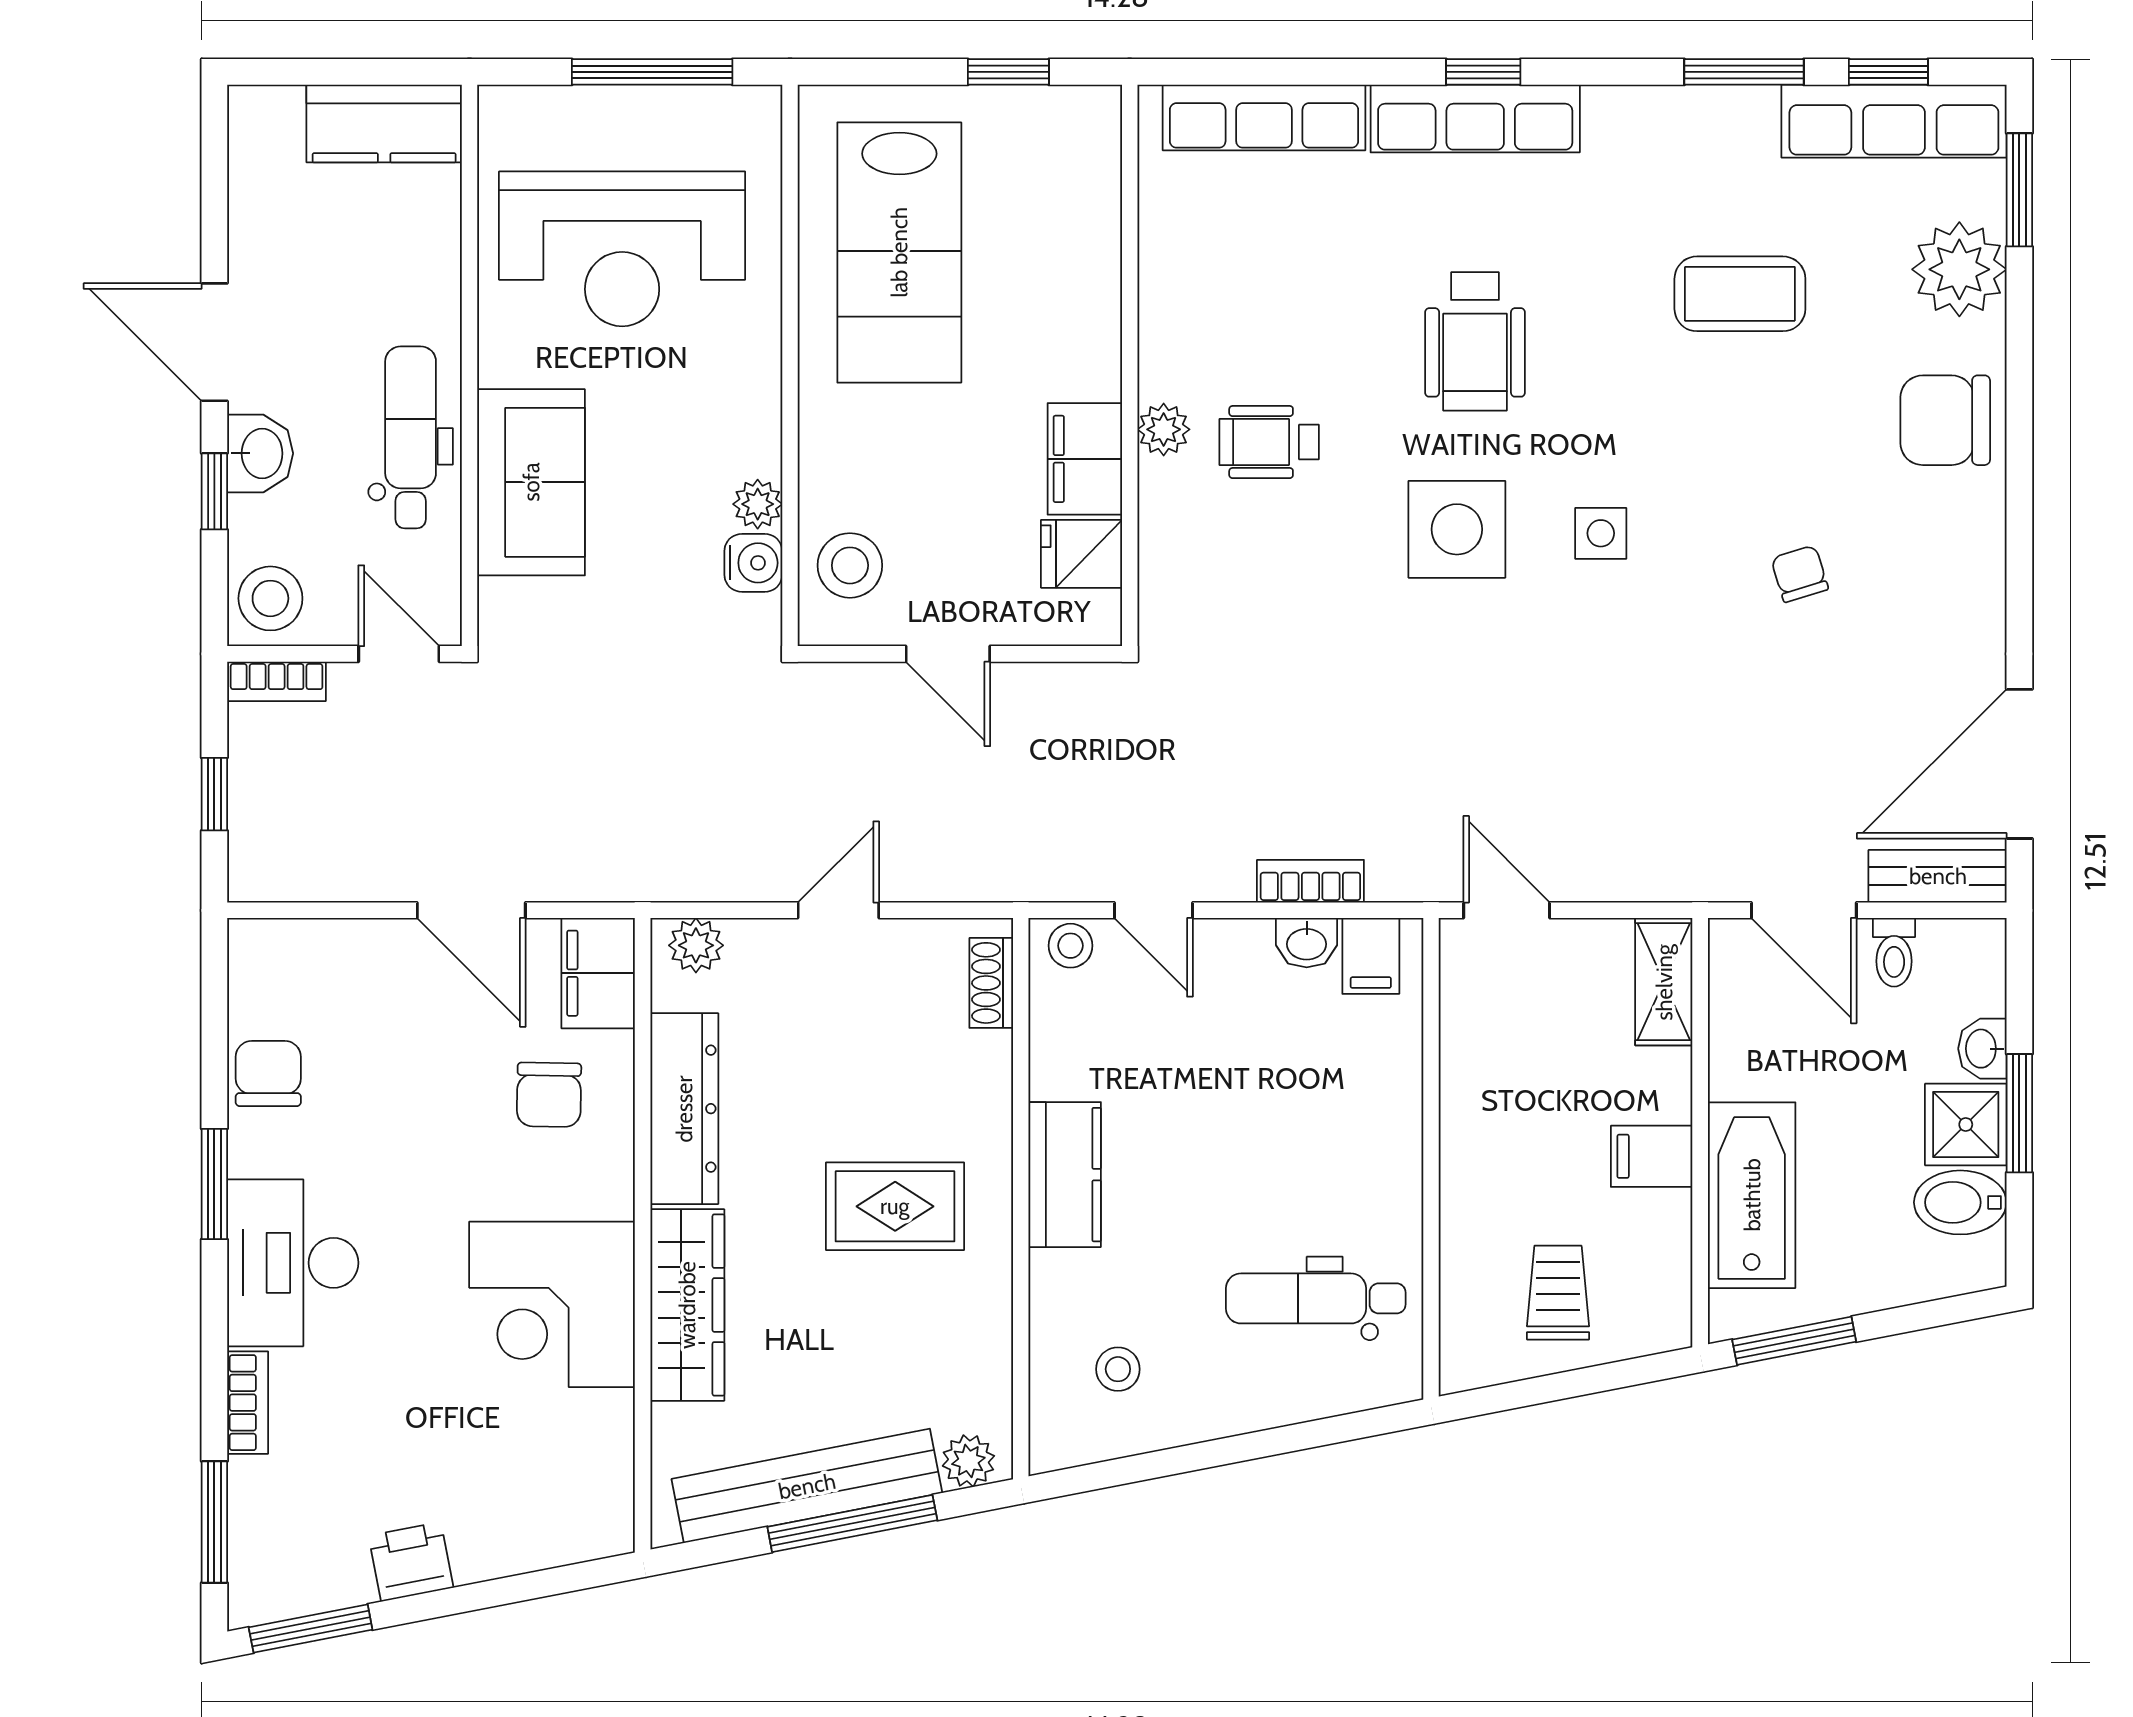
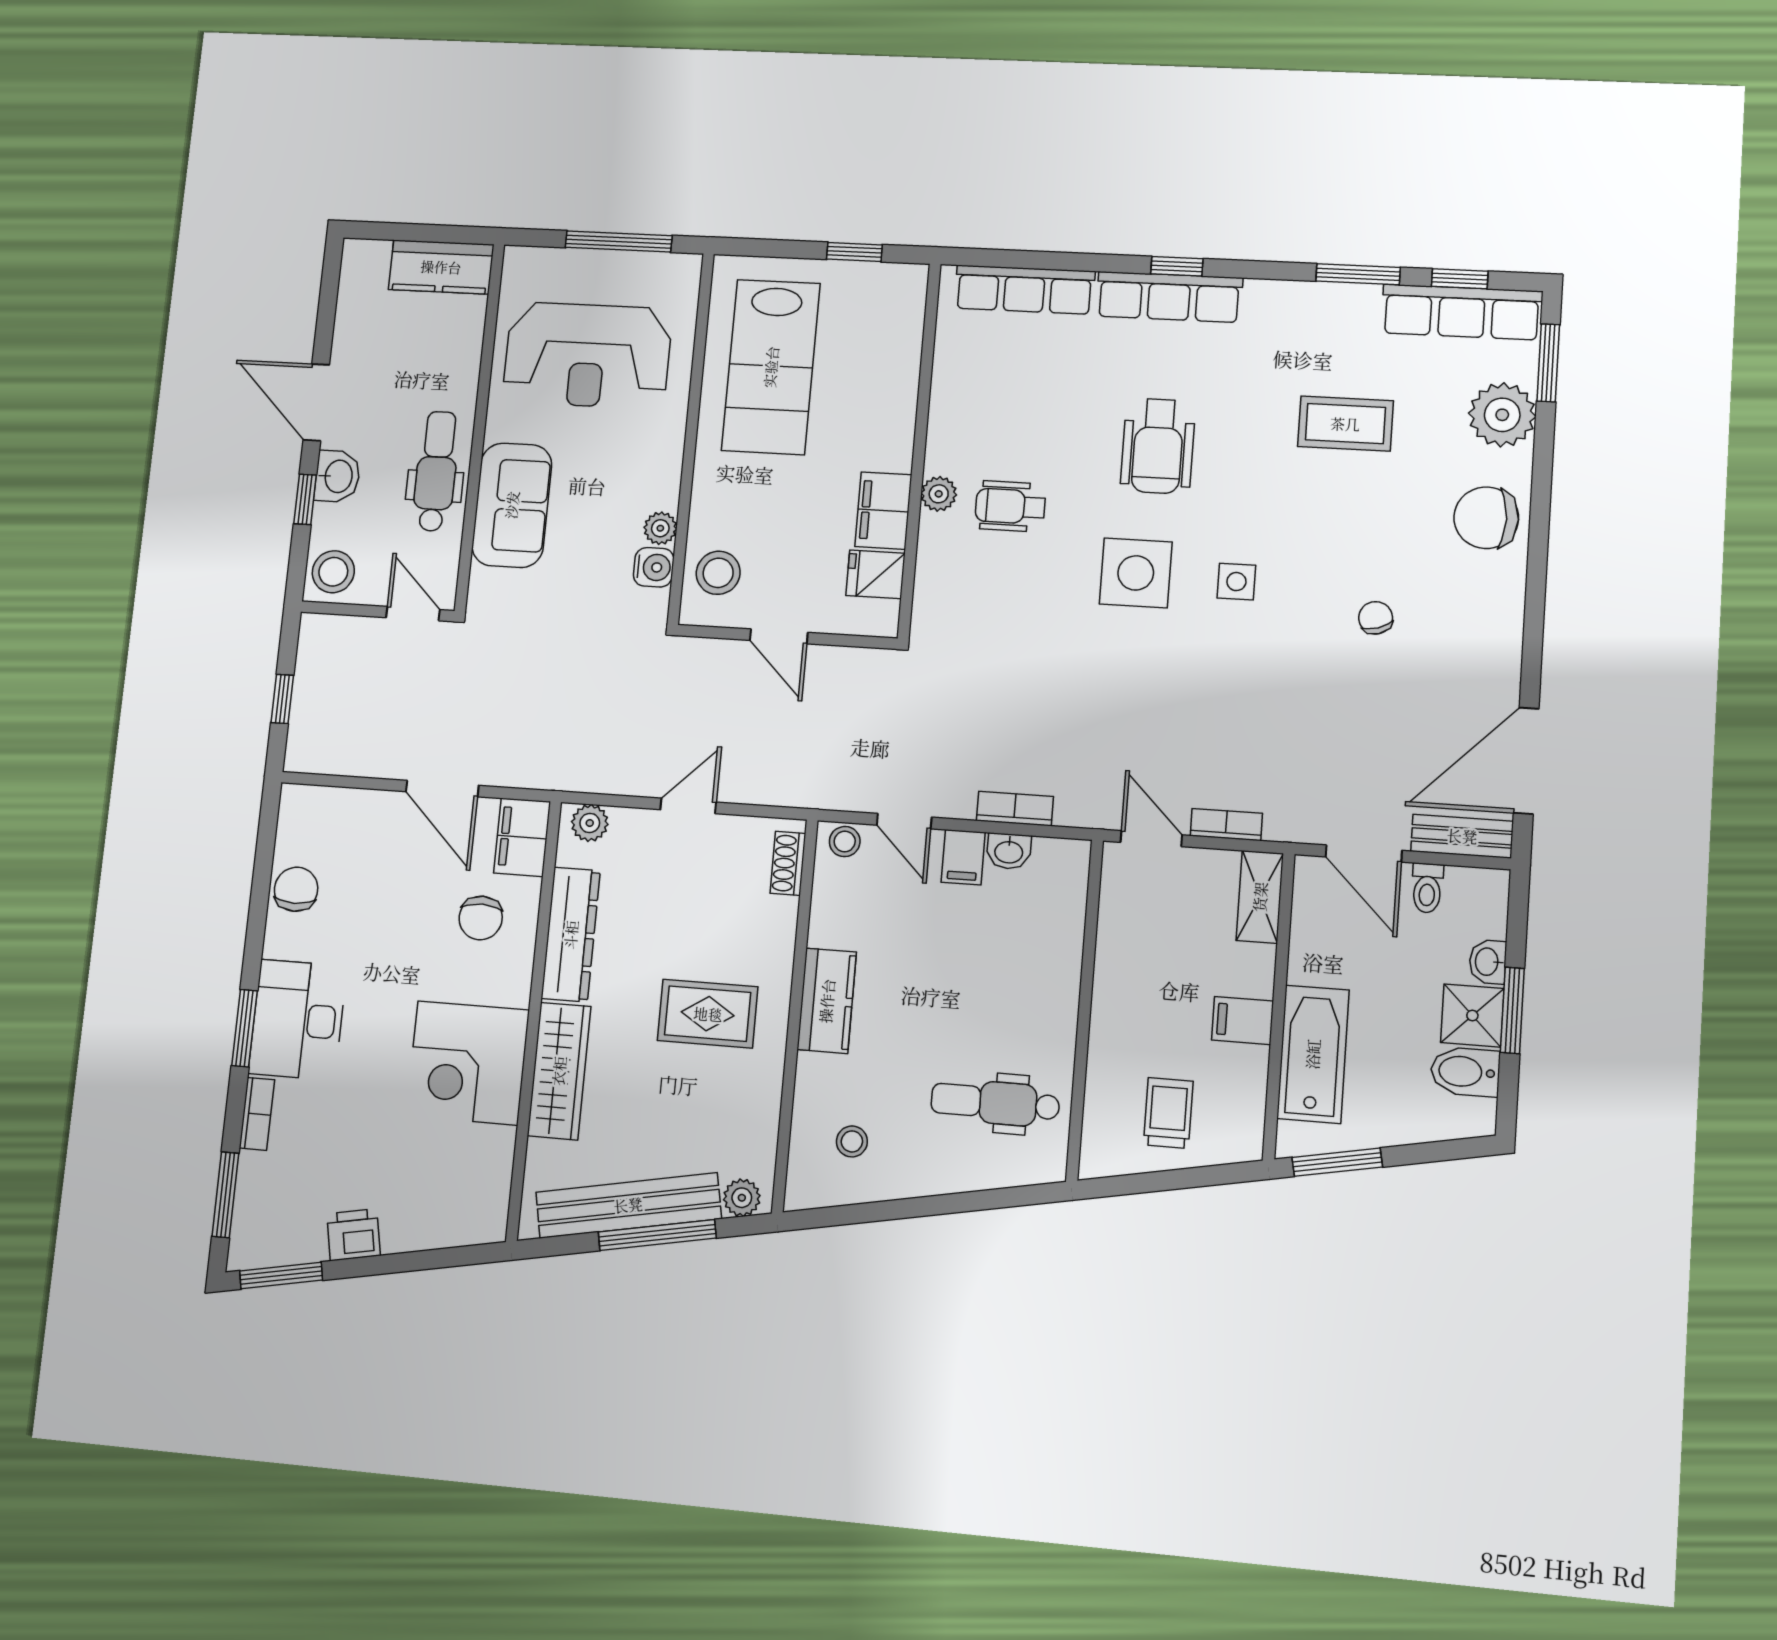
bookcase: (277, 681) -> (1226, 825), moved, turned 180
filing cabinet: (1371, 956) -> (963, 857), moved
window: (214, 1184) -> (244, 1028), moved

